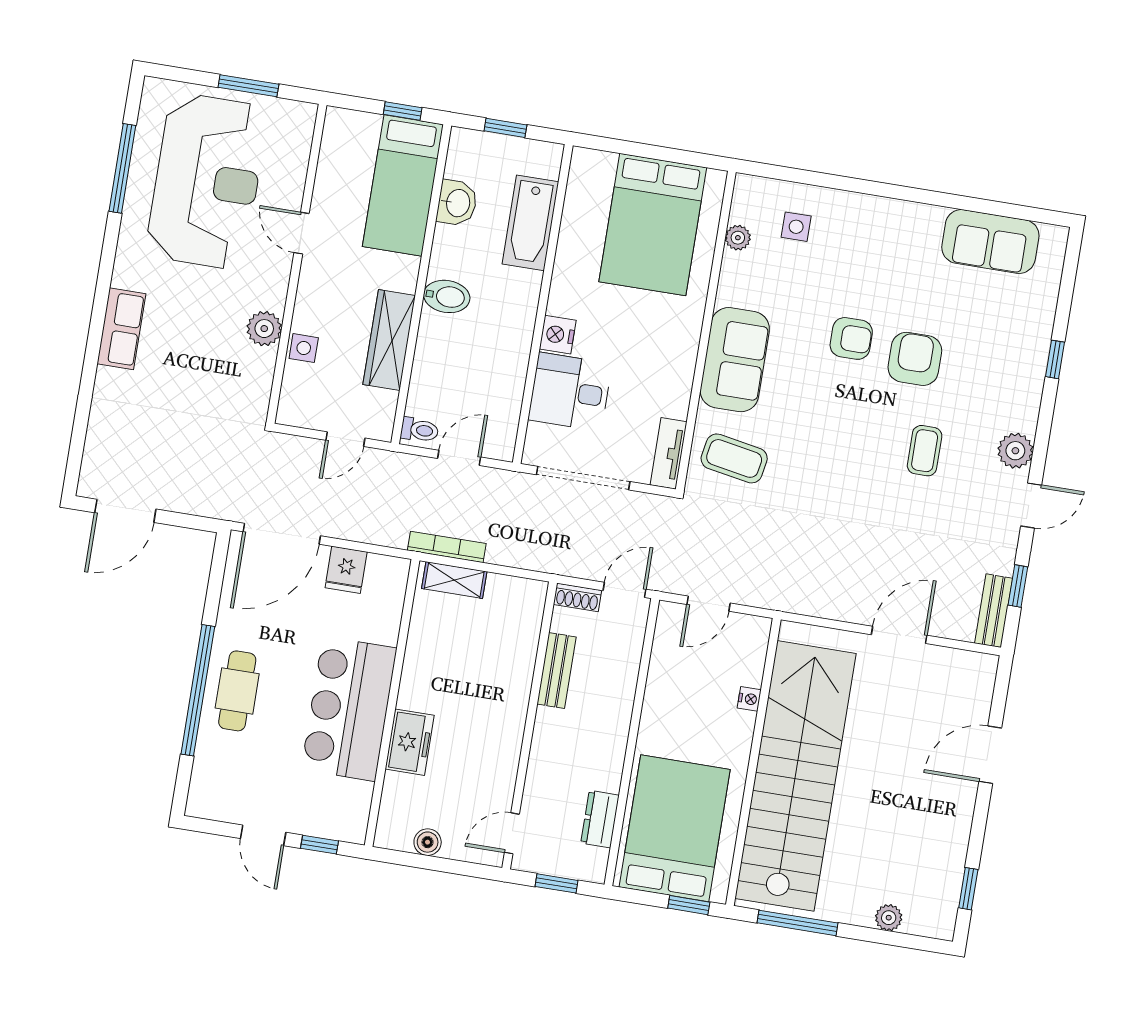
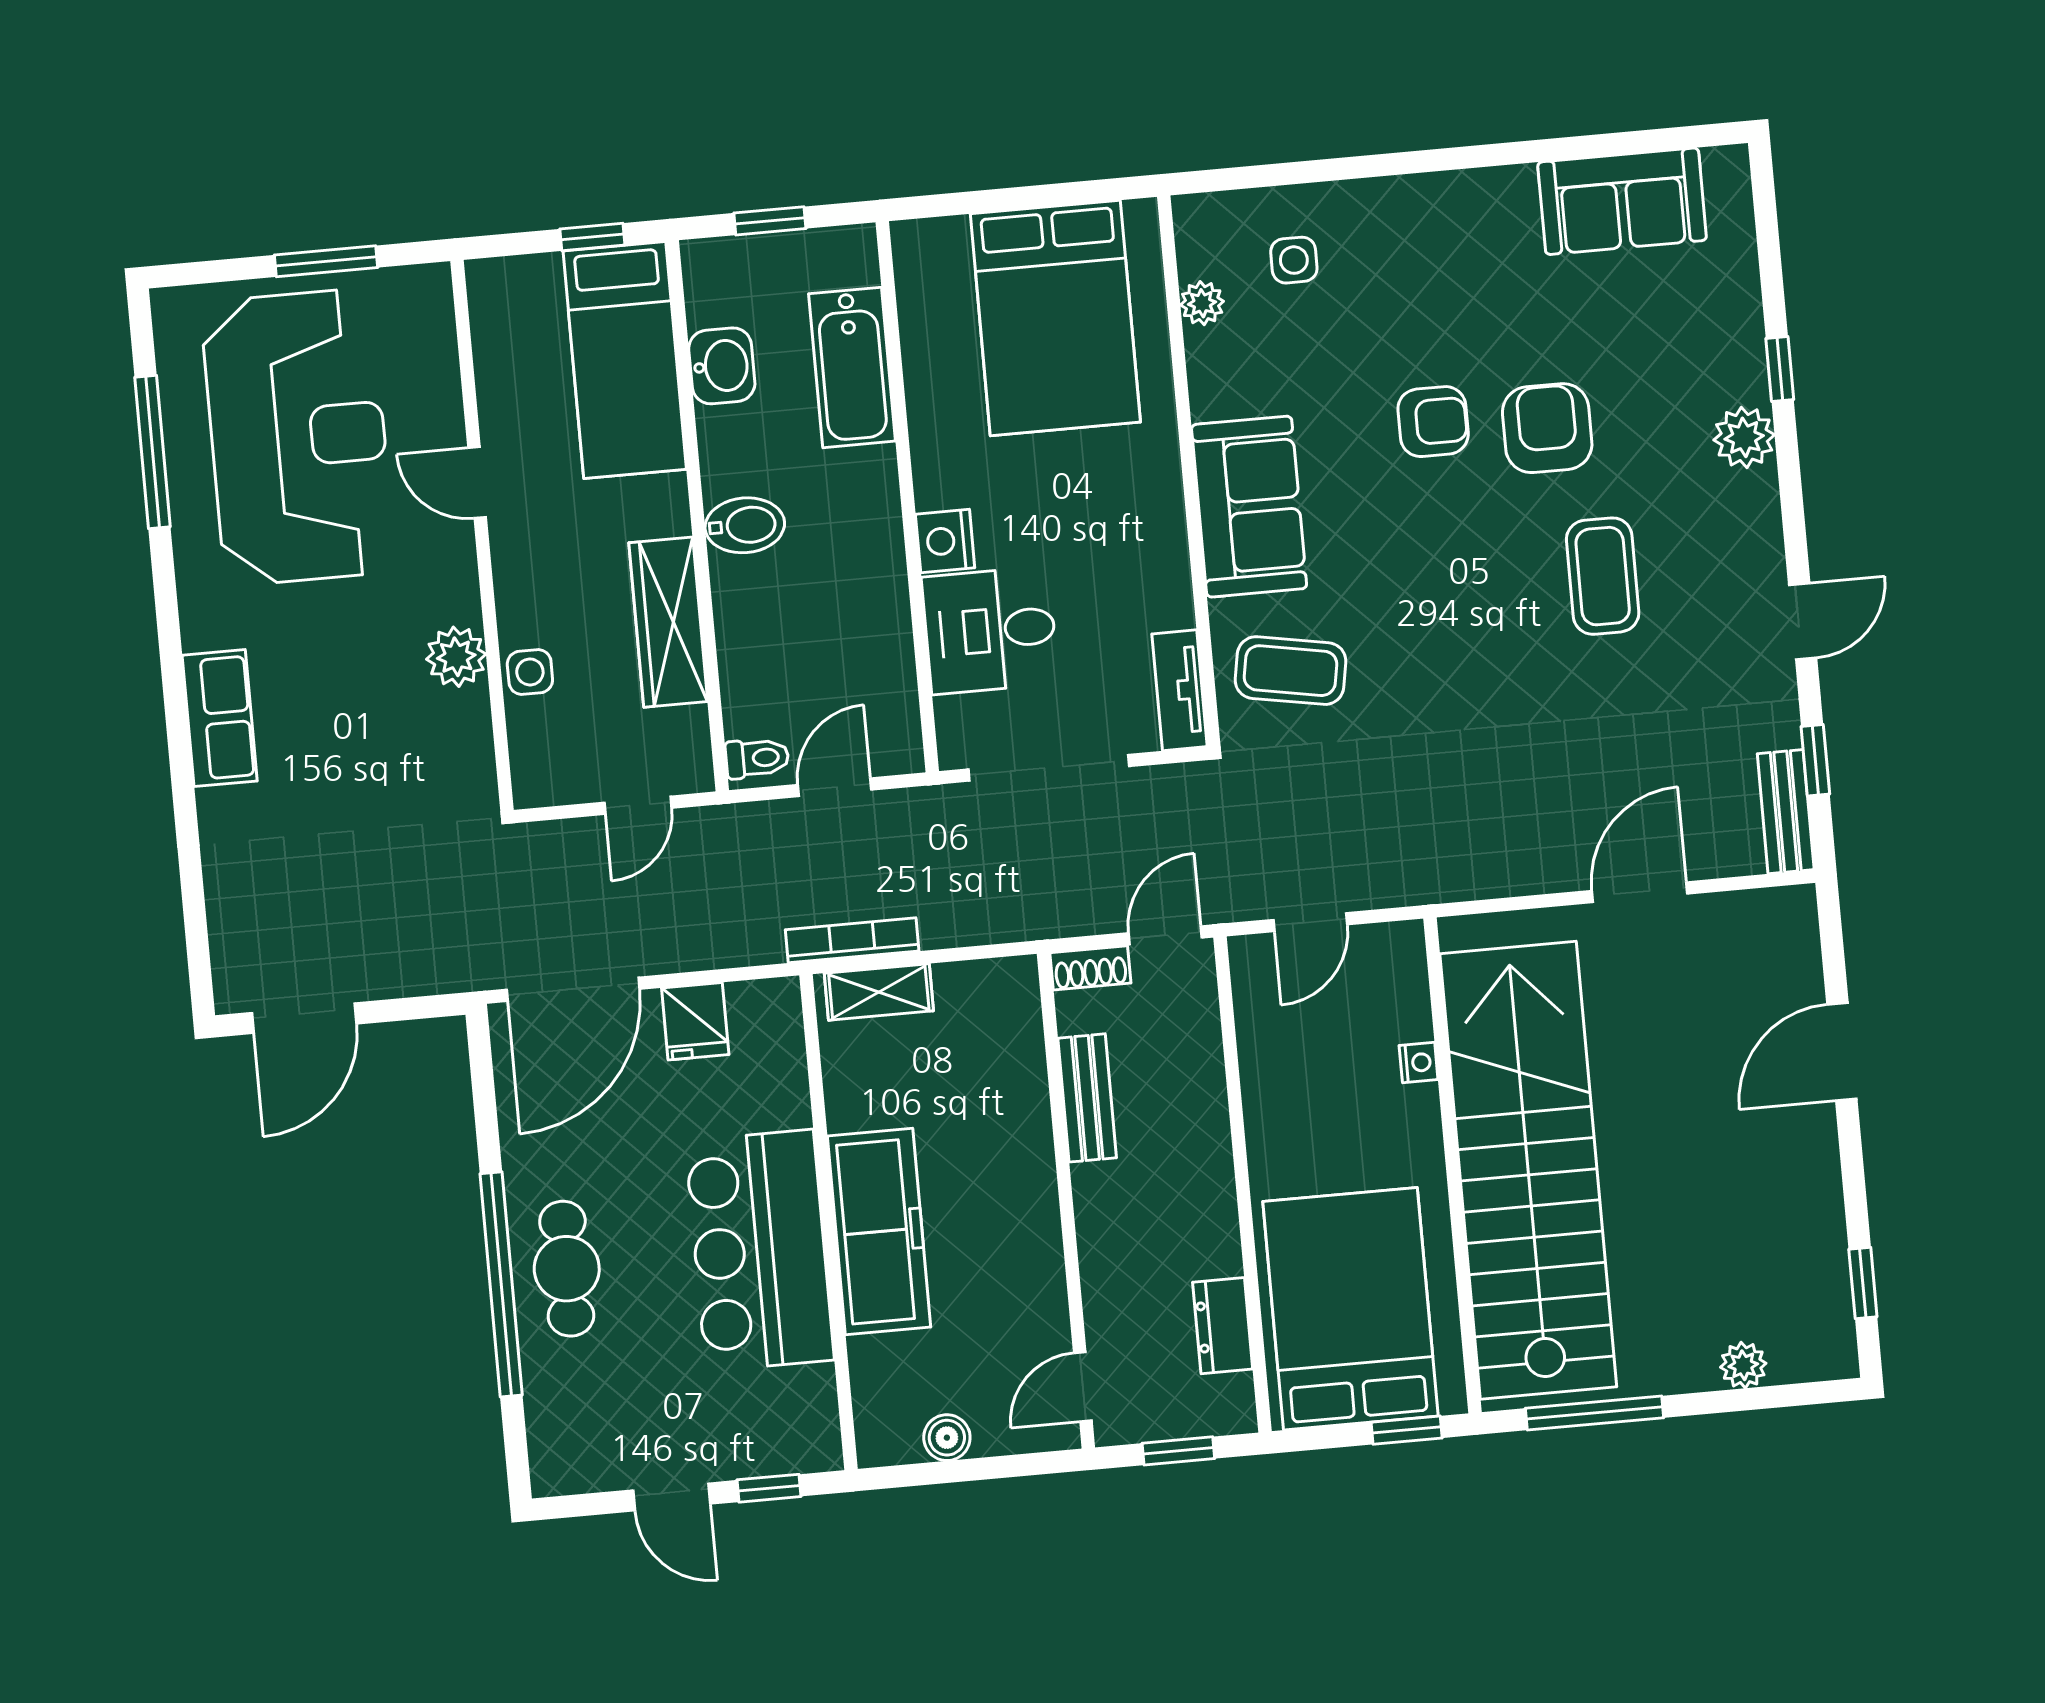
coffee table: (925, 451) -> (1603, 576), width x1.36, depth x1.30
plant: (1015, 451) -> (1744, 437), moved
freezer: (410, 742) -> (879, 1232), width x1.91, depth x1.26

